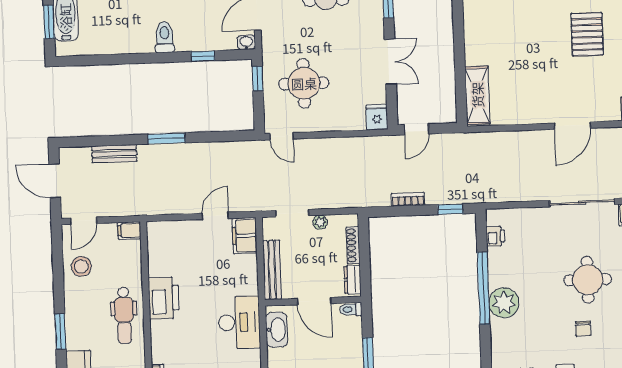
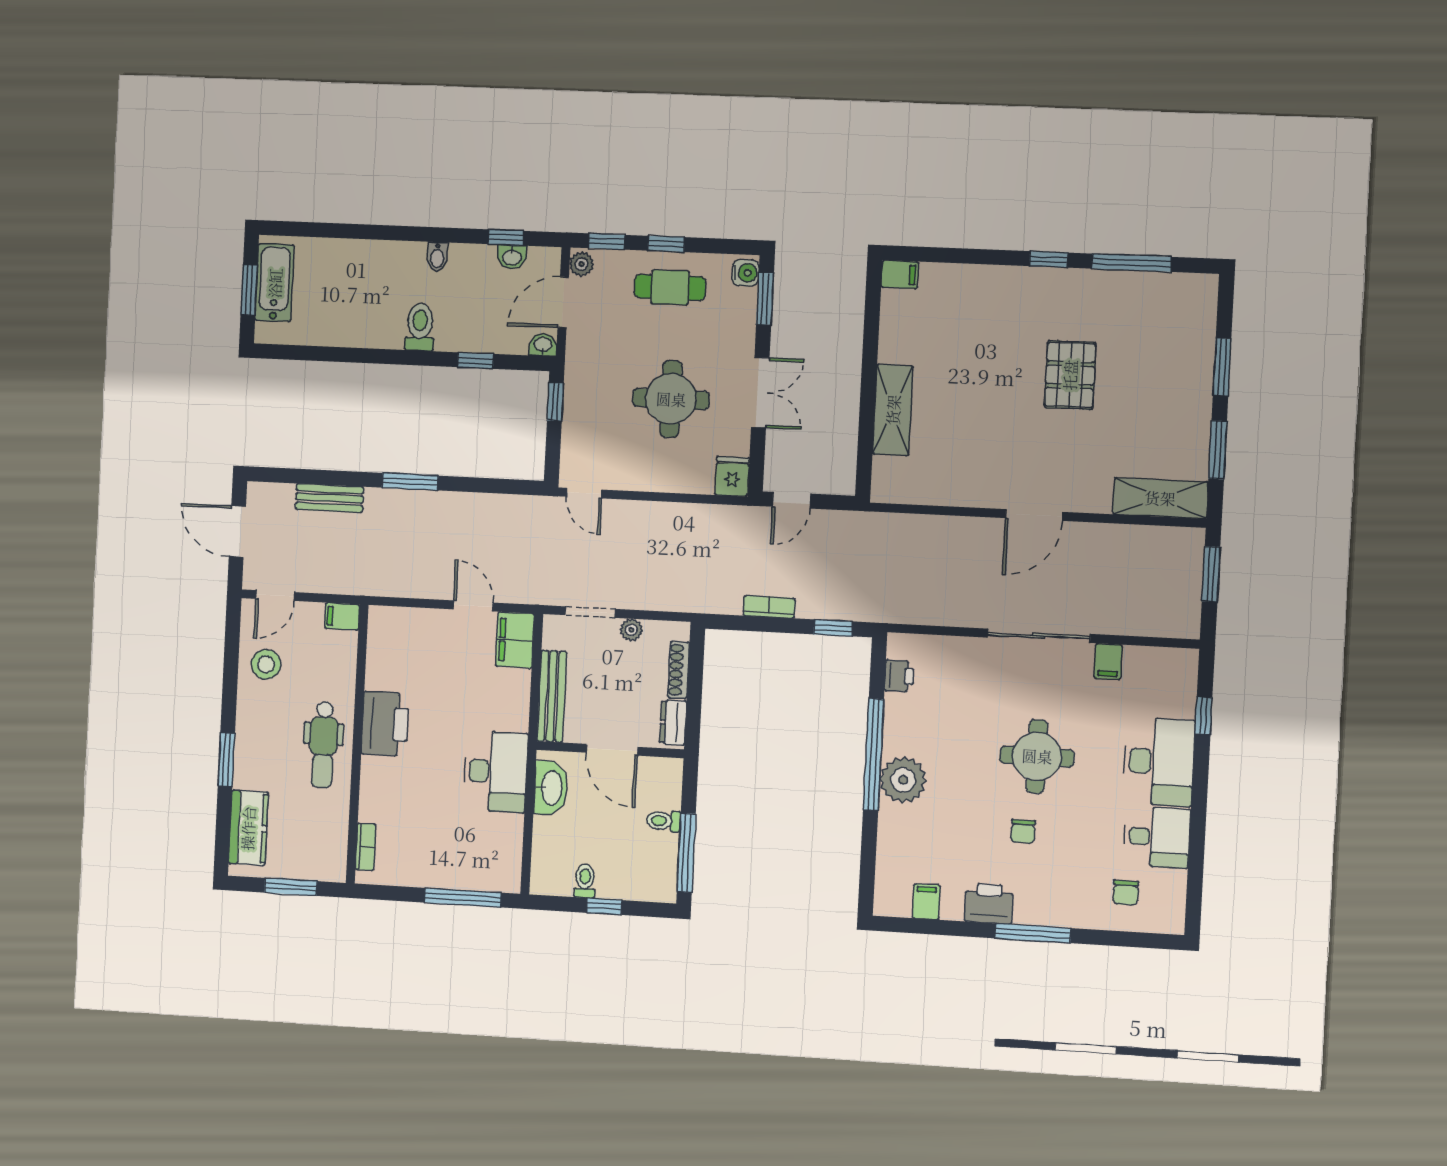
round table: (304, 83) -> (671, 399), moved
shelving: (477, 95) -> (893, 410), moved
door: (215, 216) -> (473, 606), hinge flipped
toilet: (351, 309) -> (664, 821), moved

